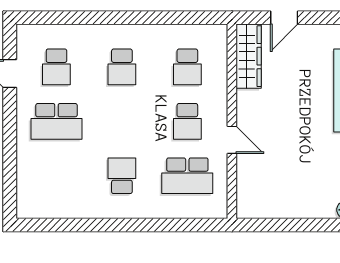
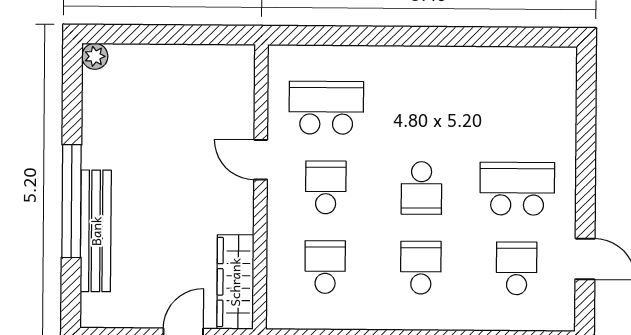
school desk: (122, 176) -> (421, 188), moved

